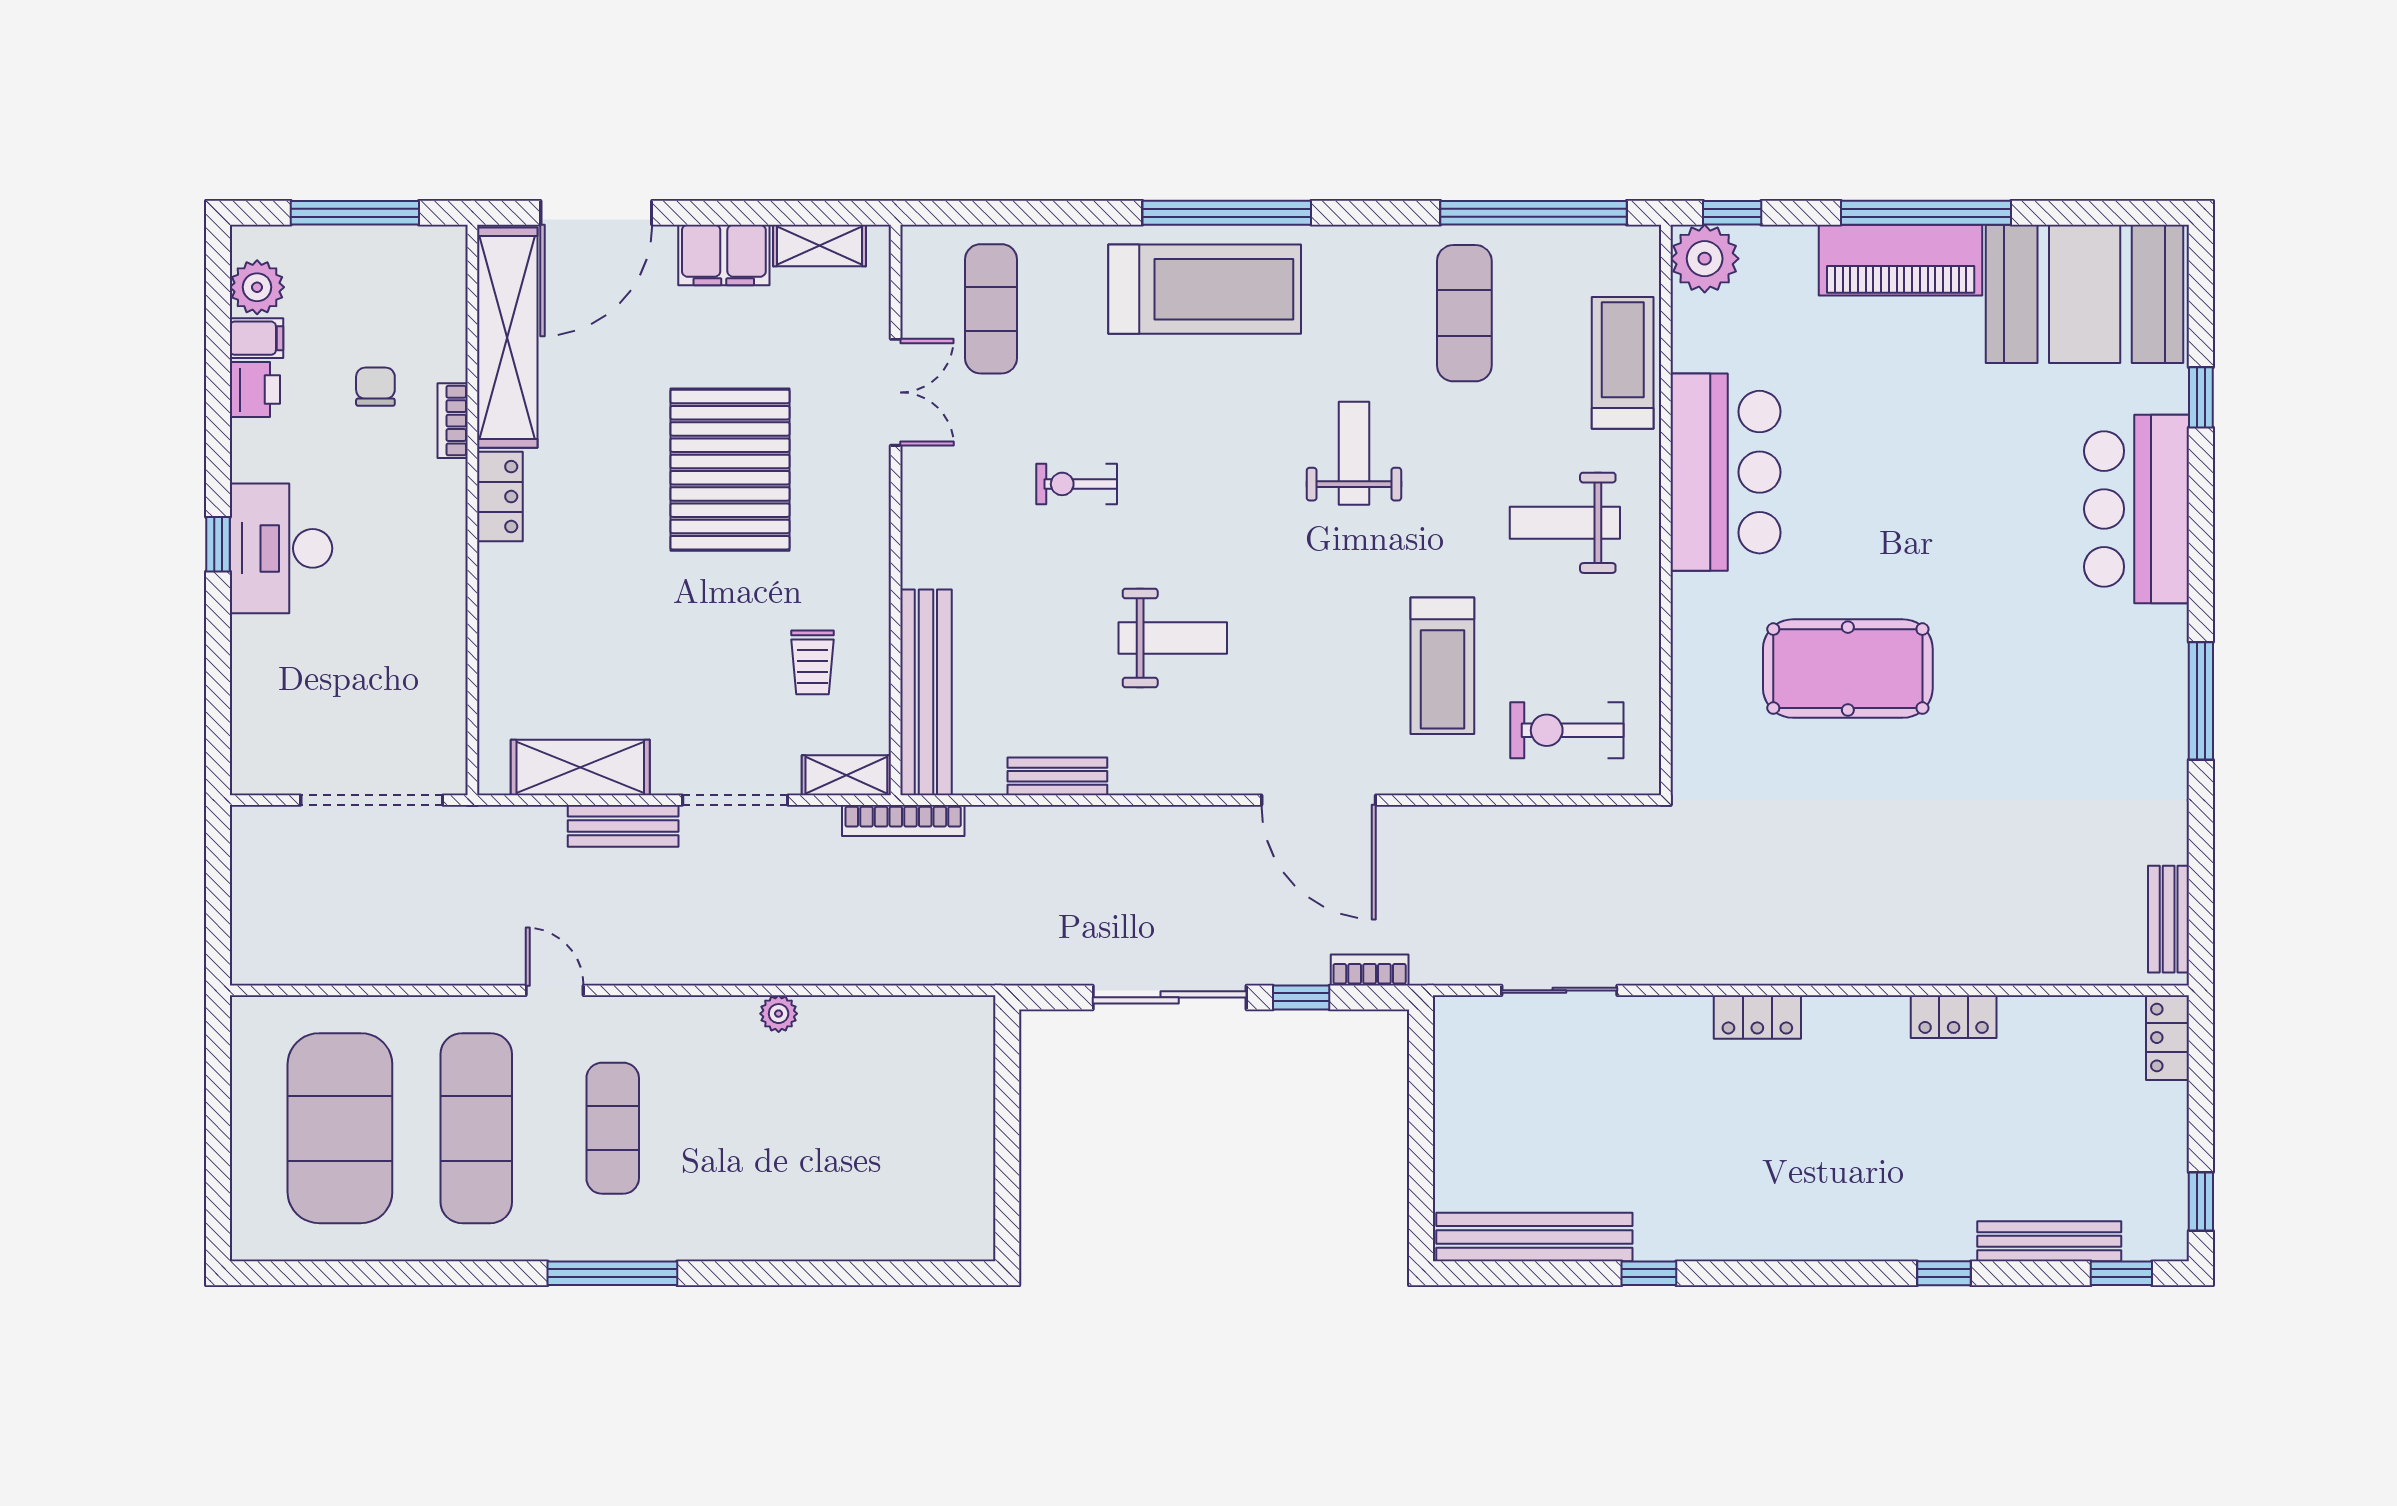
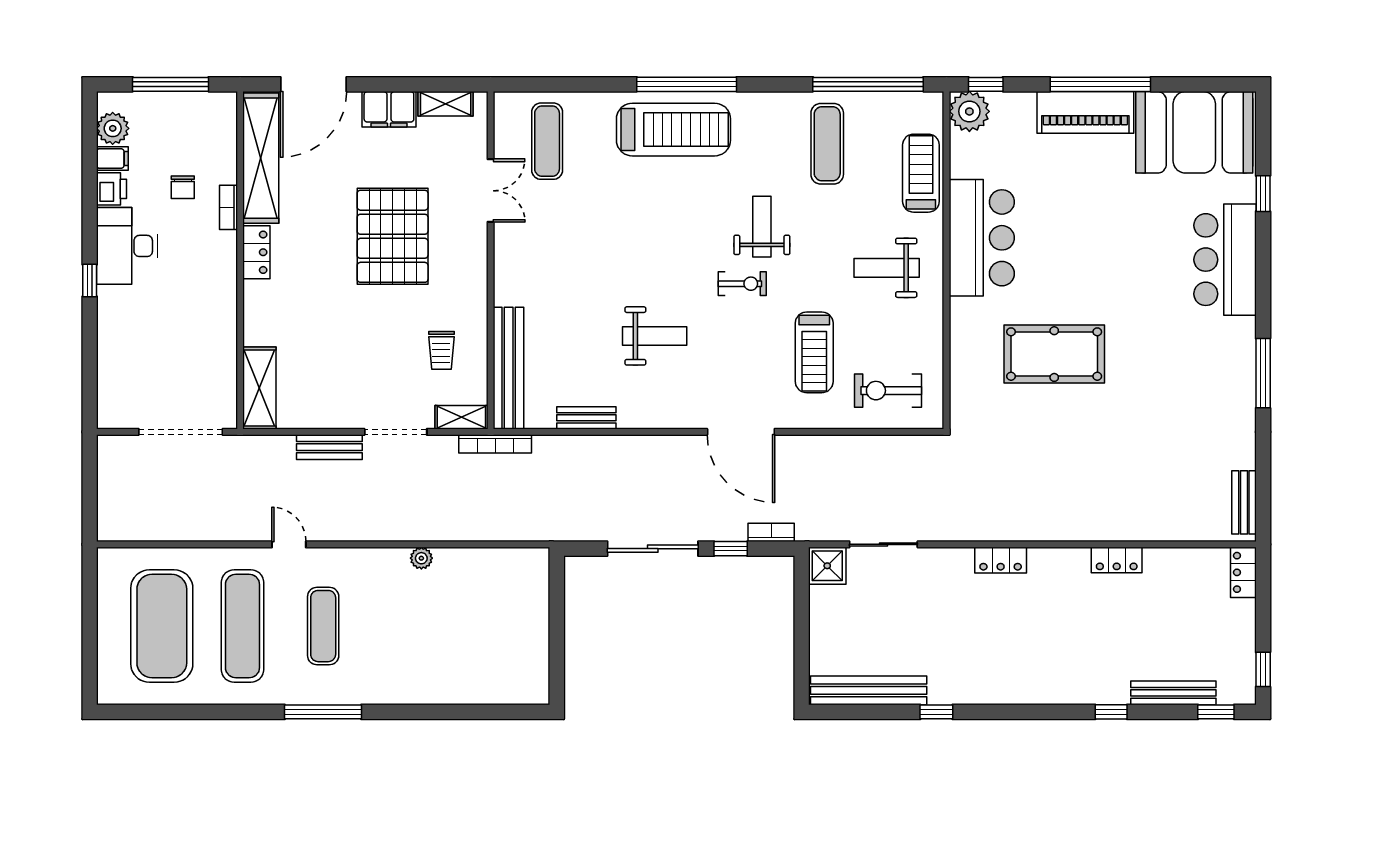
chair: (375, 387) -> (183, 187), turned 180
exercise bike: (1077, 484) -> (742, 284), moved, turned 180
desk: (281, 548) -> (127, 246), moved
shelving: (580, 768) -> (259, 388), moved, turned 90
shower: (1464, 1026) -> (827, 566), added

